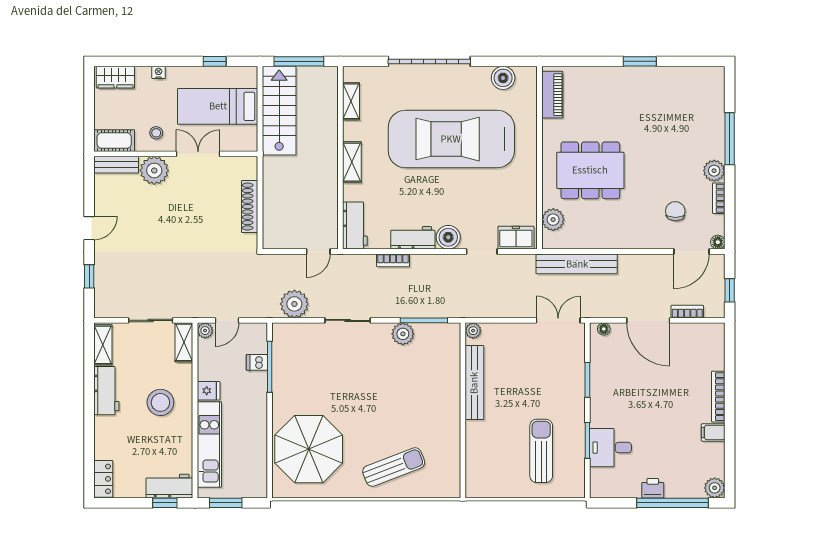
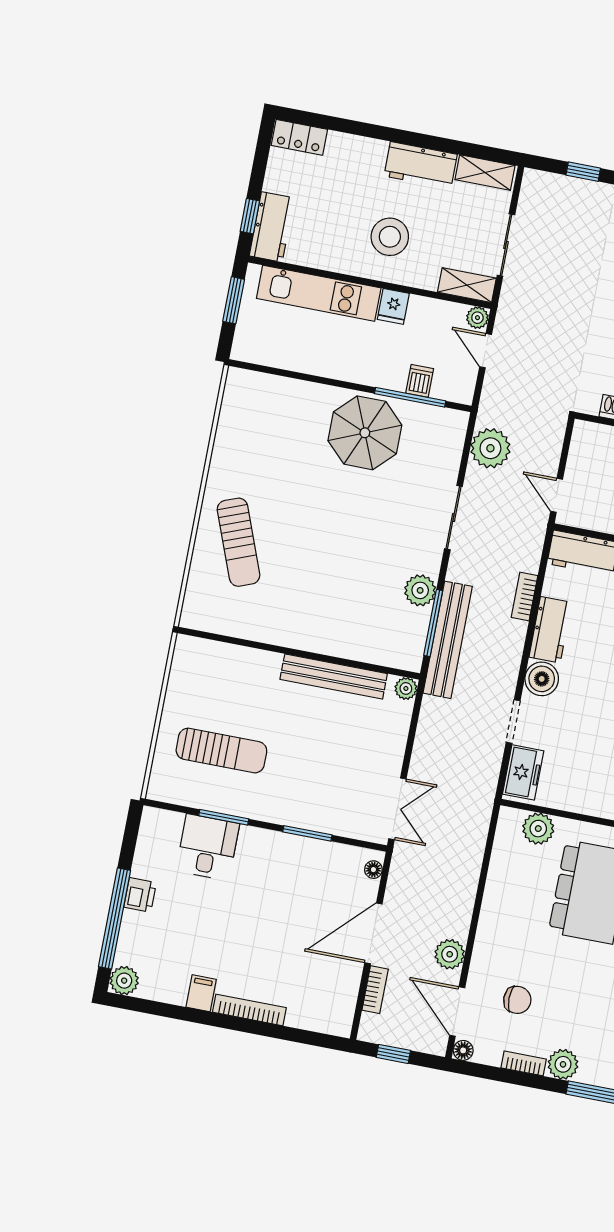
bench: (577, 264) -> (448, 640), moved
plant: (653, 264) -> (450, 954), added
parasol: (309, 449) -> (365, 433), moved, width x0.73, depth x0.73

